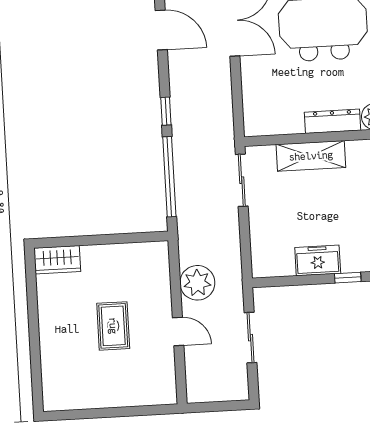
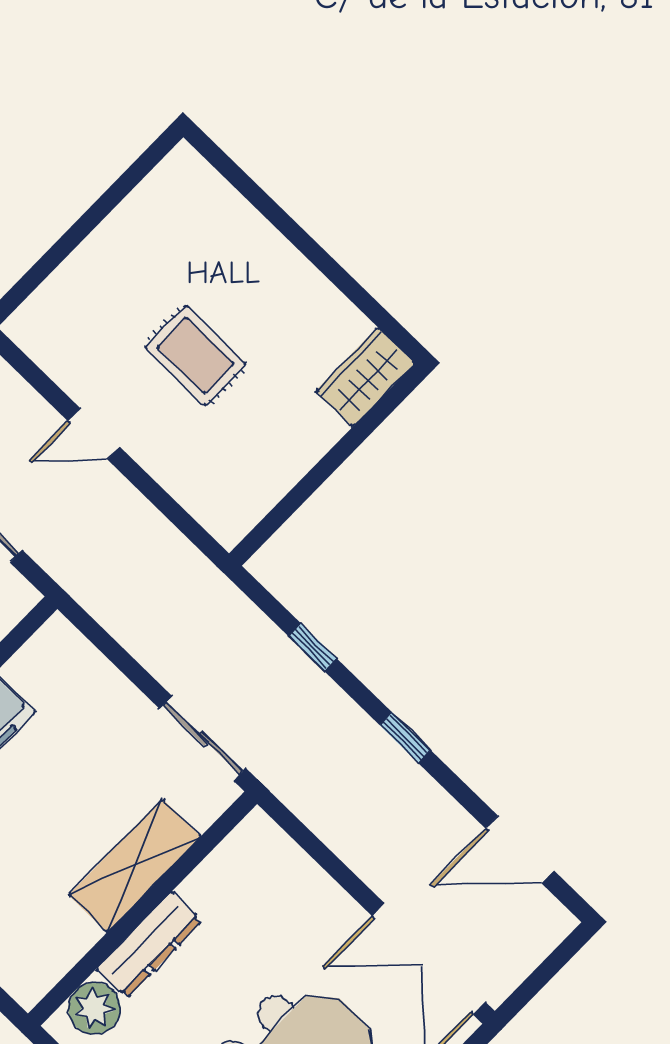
window: (169, 177) -> (312, 647), width x0.32
plant: (197, 283) -> (131, 530), removed

